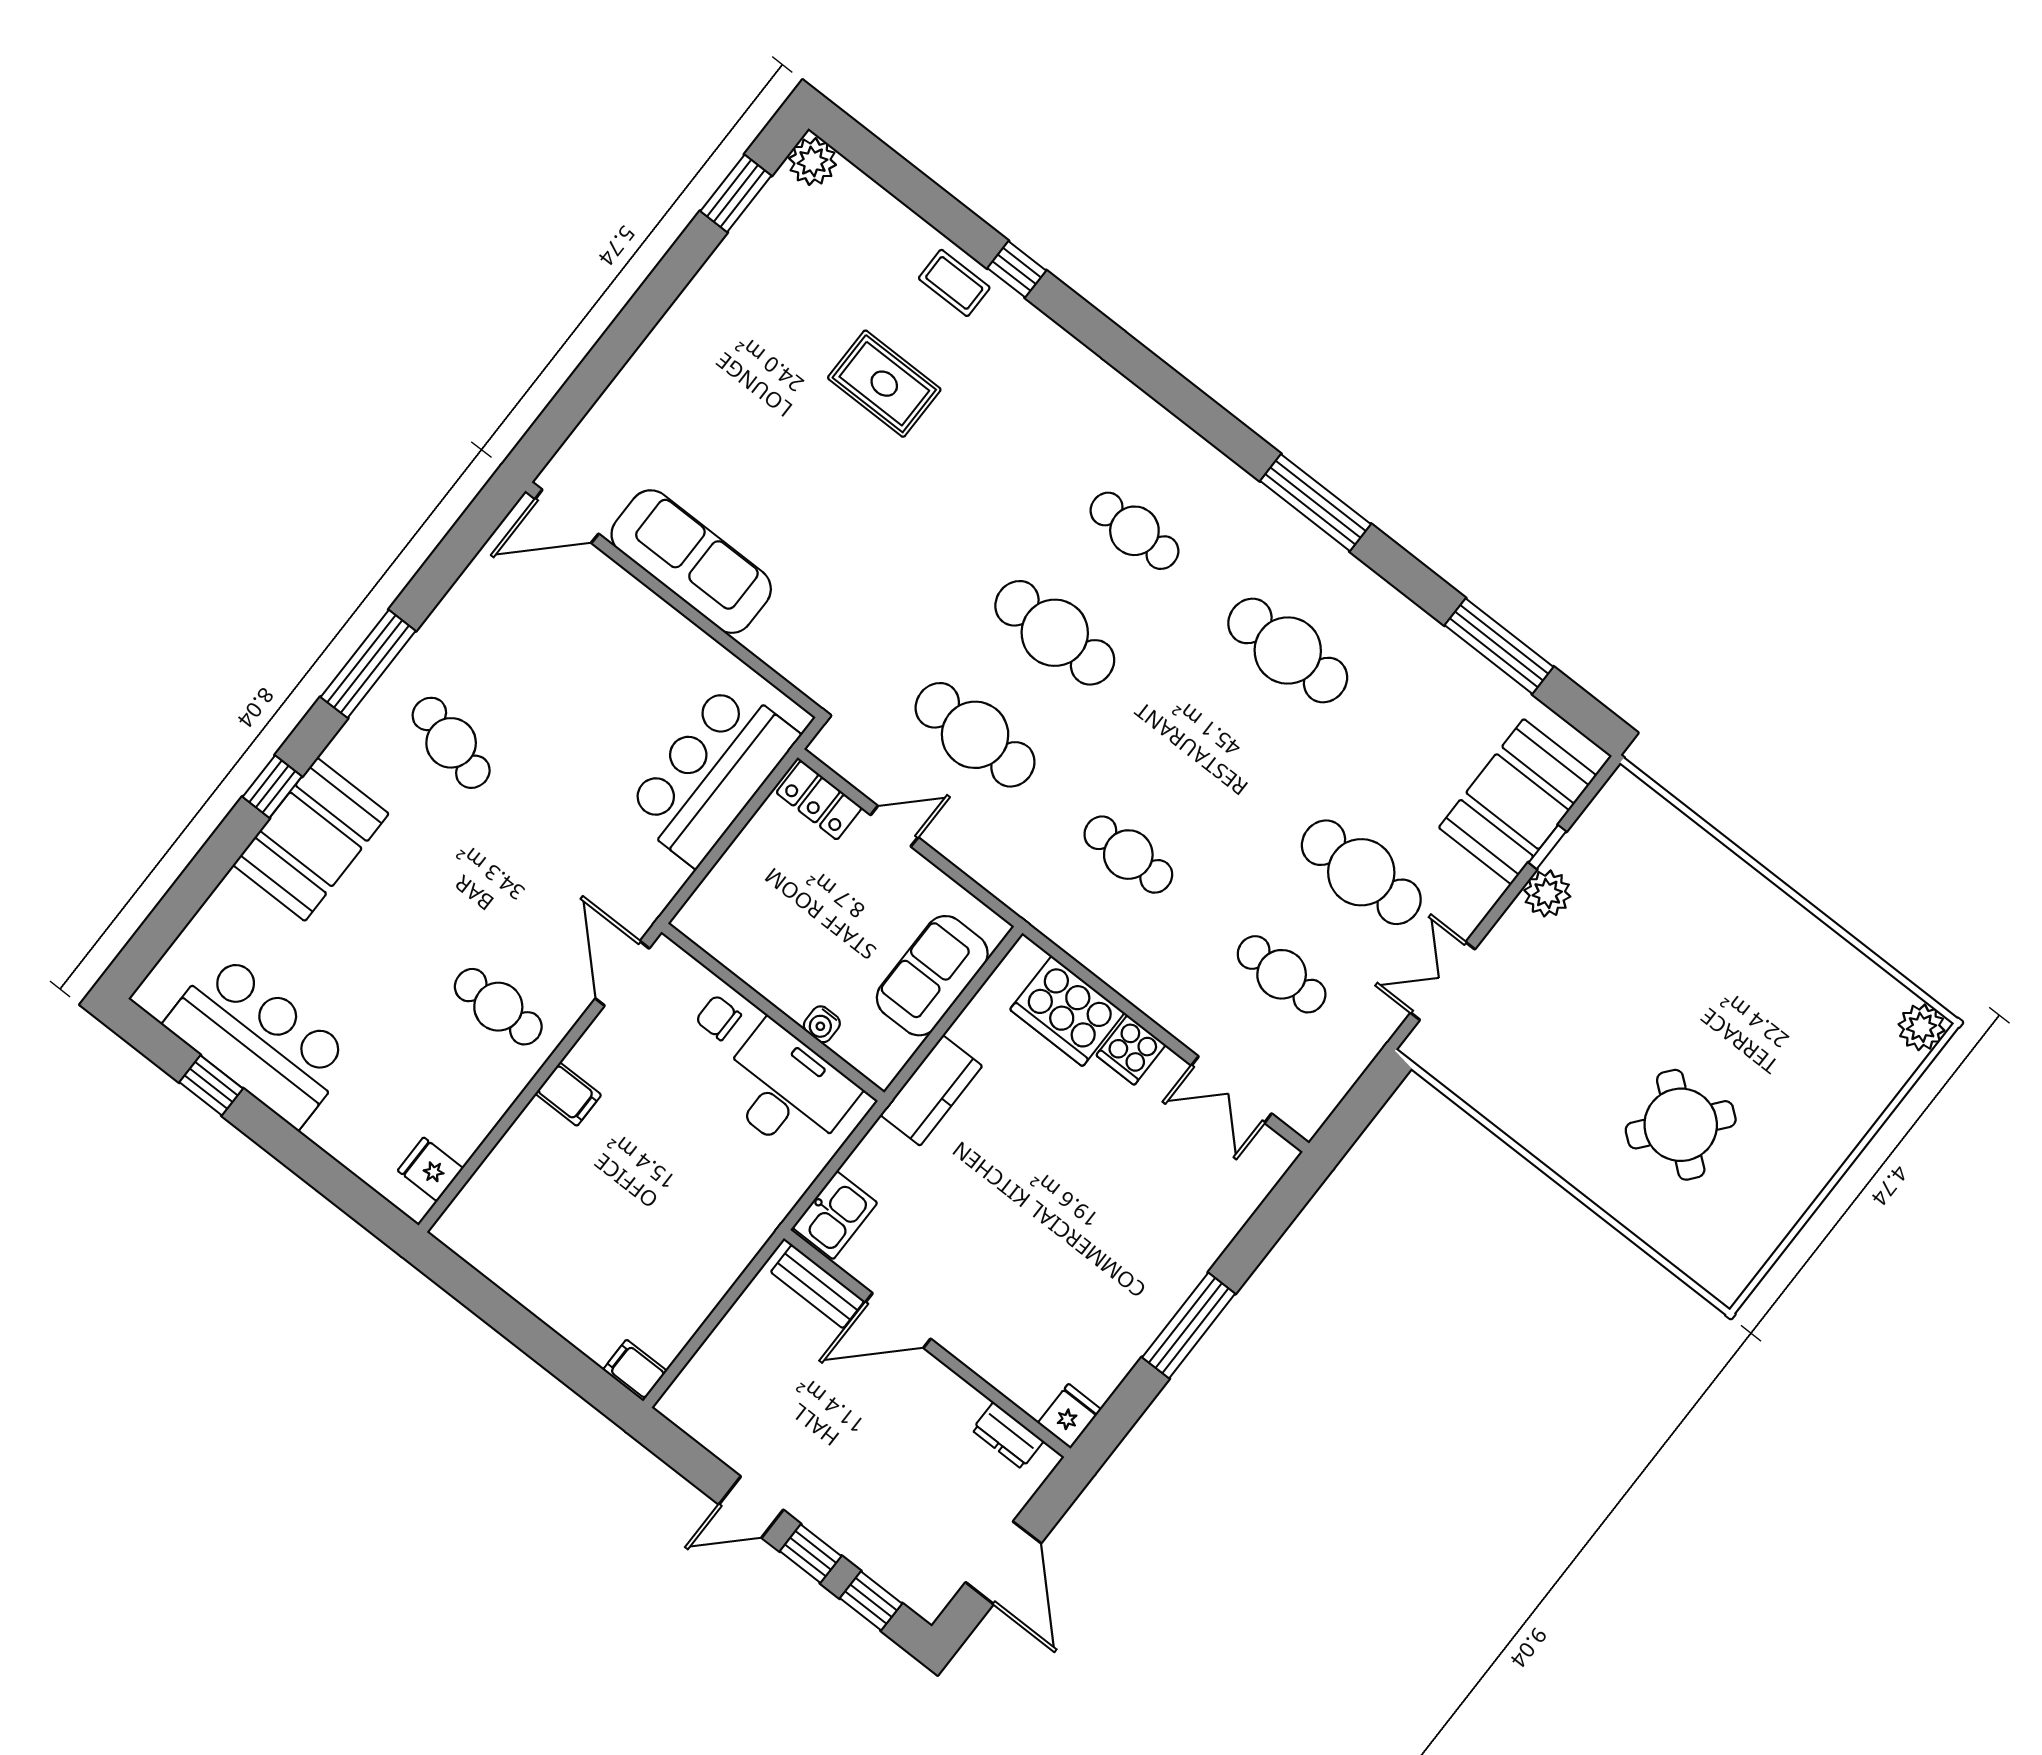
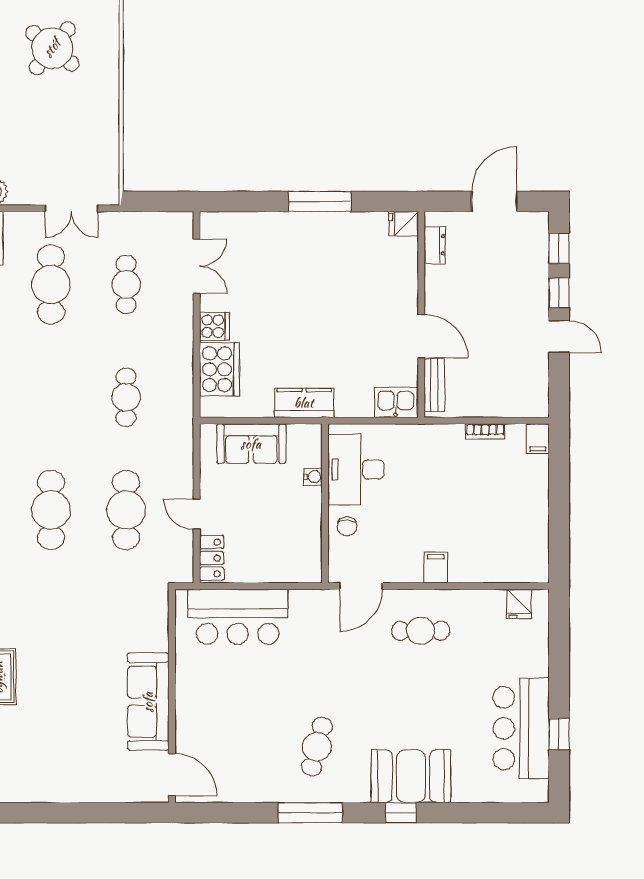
cafe table: (498, 1007) -> (421, 631), turned 90
bookcase: (701, 1306) -> (485, 431), added

